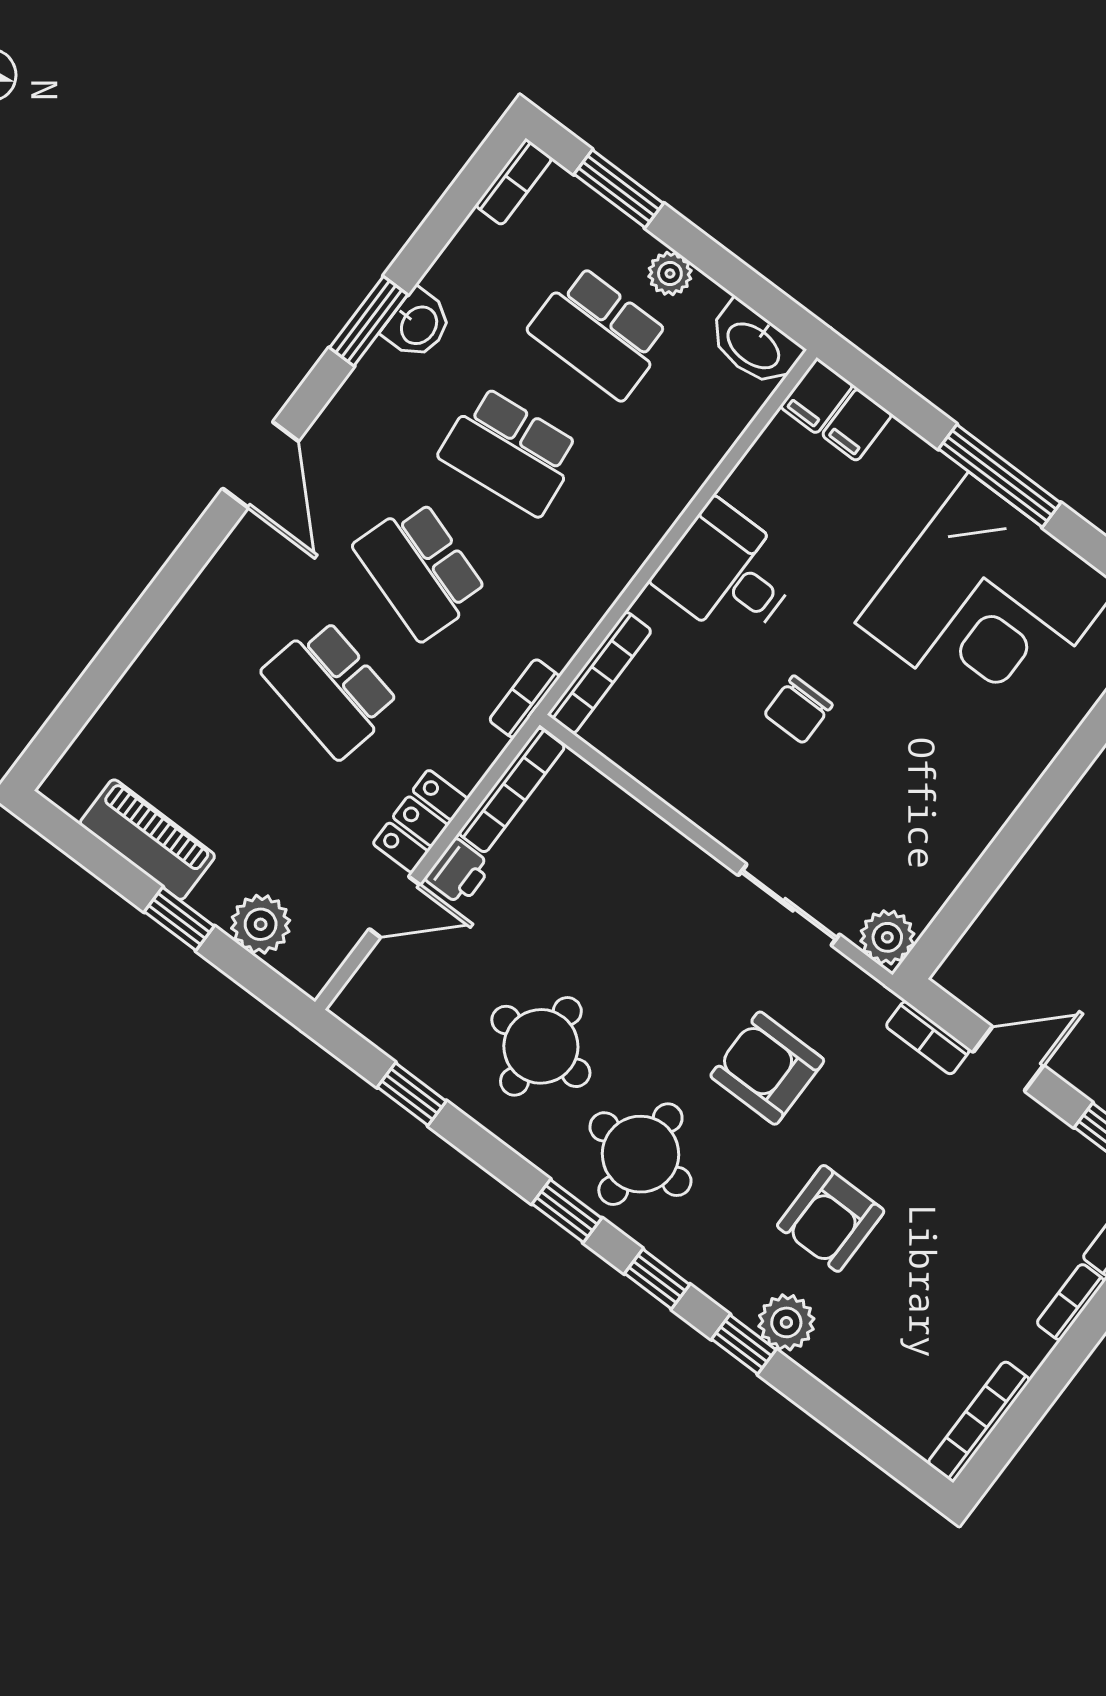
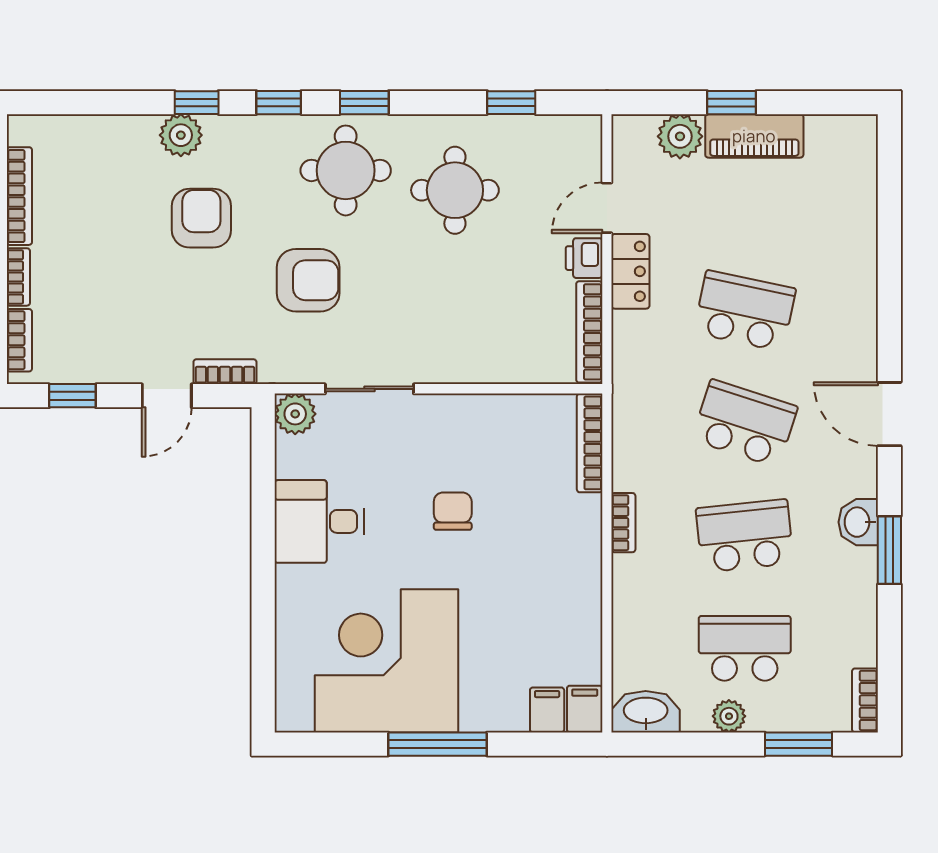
washbasin: (418, 324) -> (858, 522), moved
desk: (728, 573) -> (319, 521), moved, turned 180
bookcase: (524, 698) -> (623, 523), moved
piano: (147, 840) -> (754, 136), moved
bookcase: (979, 1421) -> (19, 196), moved

